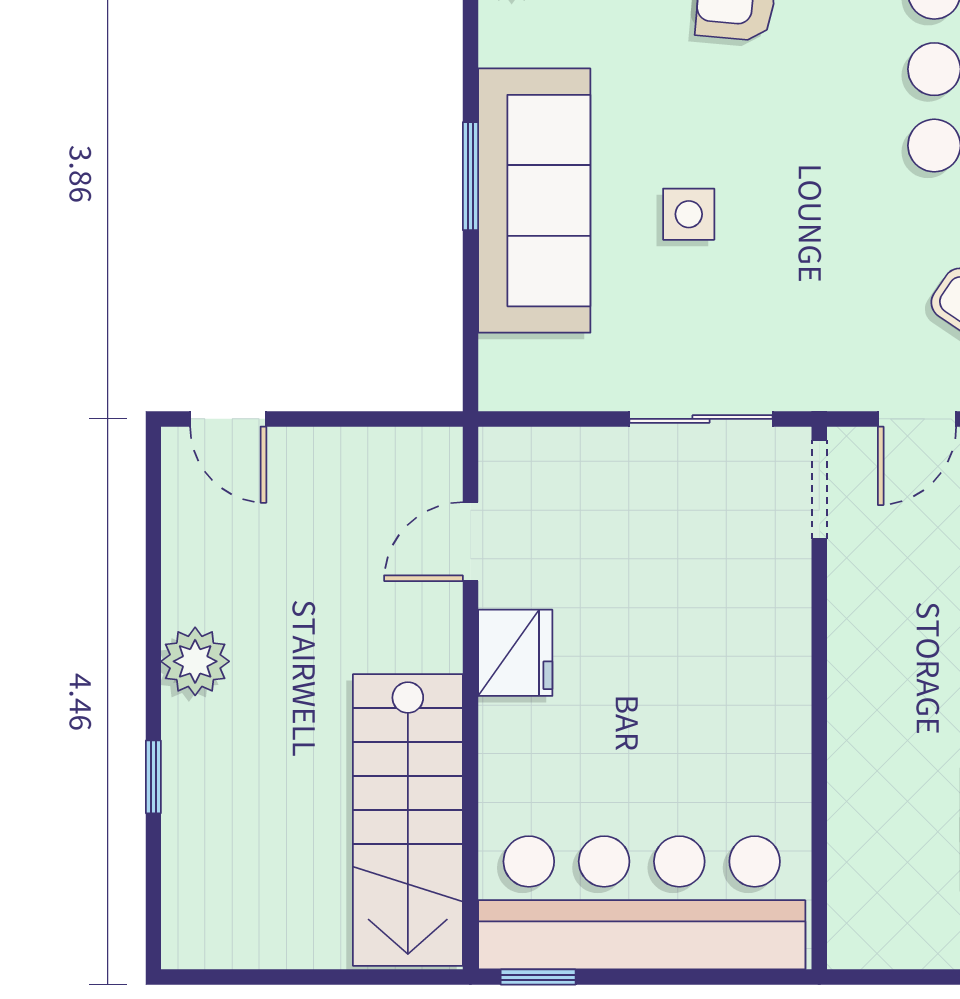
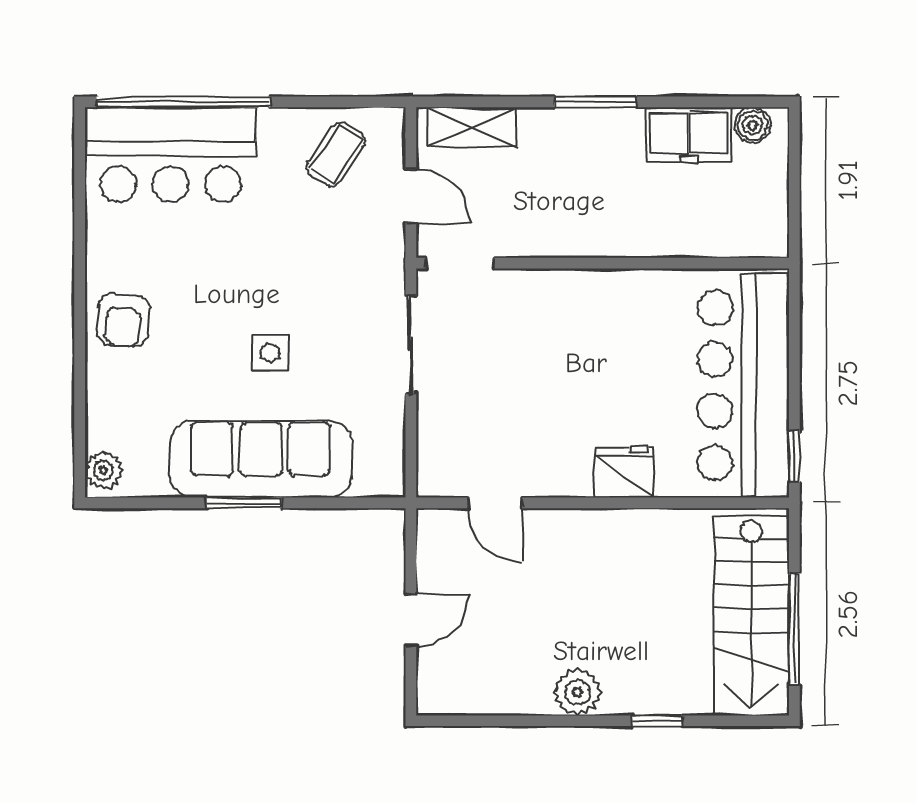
door: (228, 419) -> (411, 620), moved
fridge: (515, 653) -> (624, 472), moved
stairs: (408, 820) -> (751, 615), moved, turned 90
window: (287, 977) -> (794, 629), added

